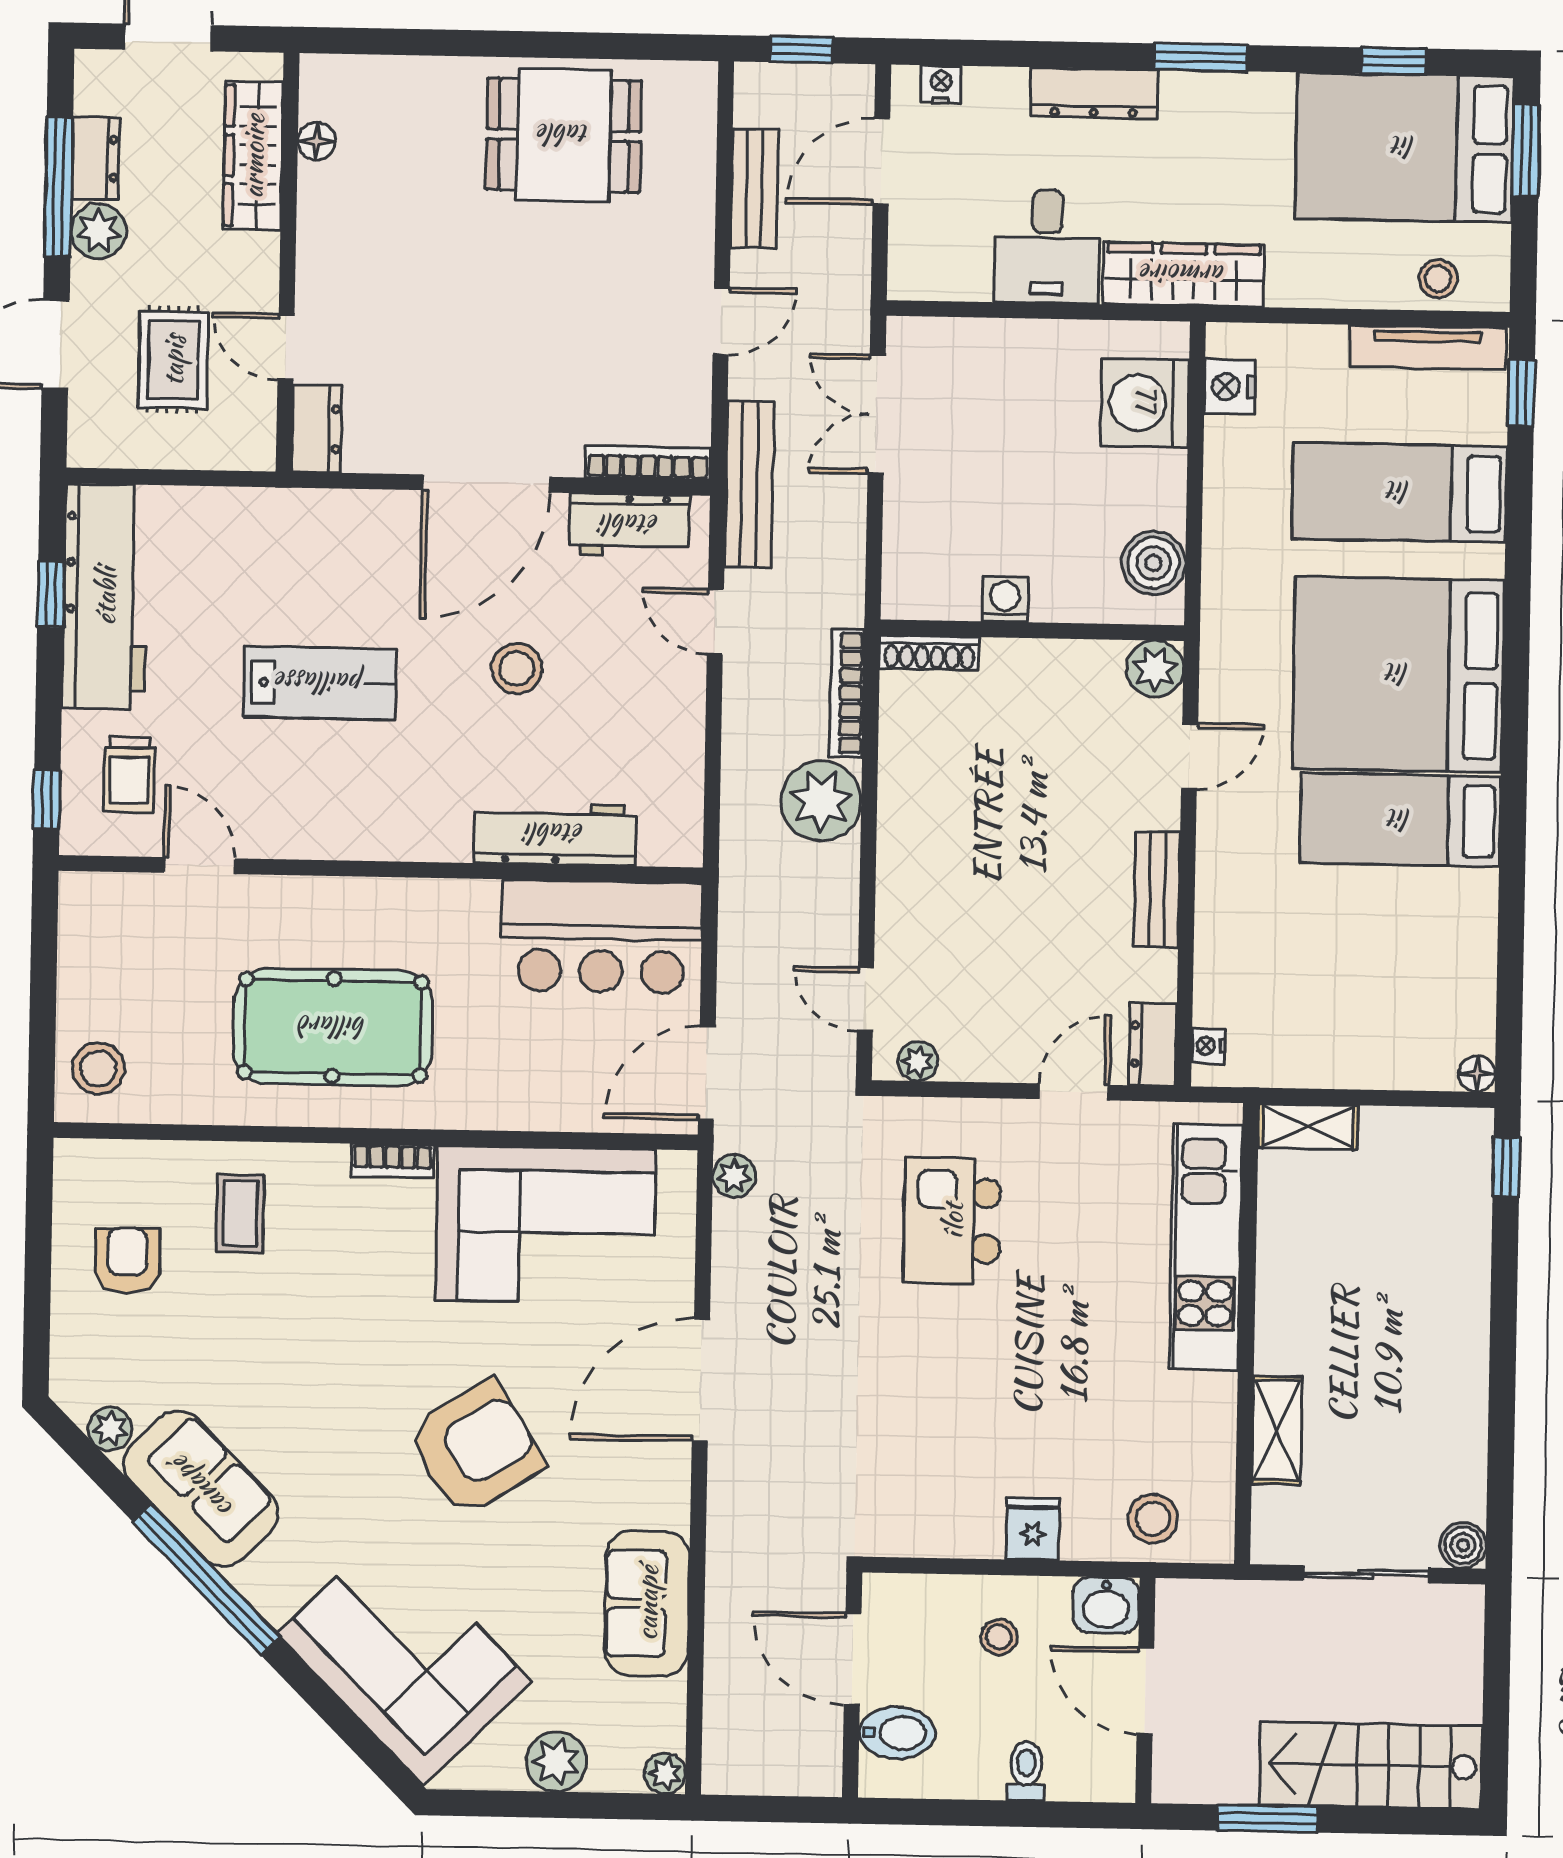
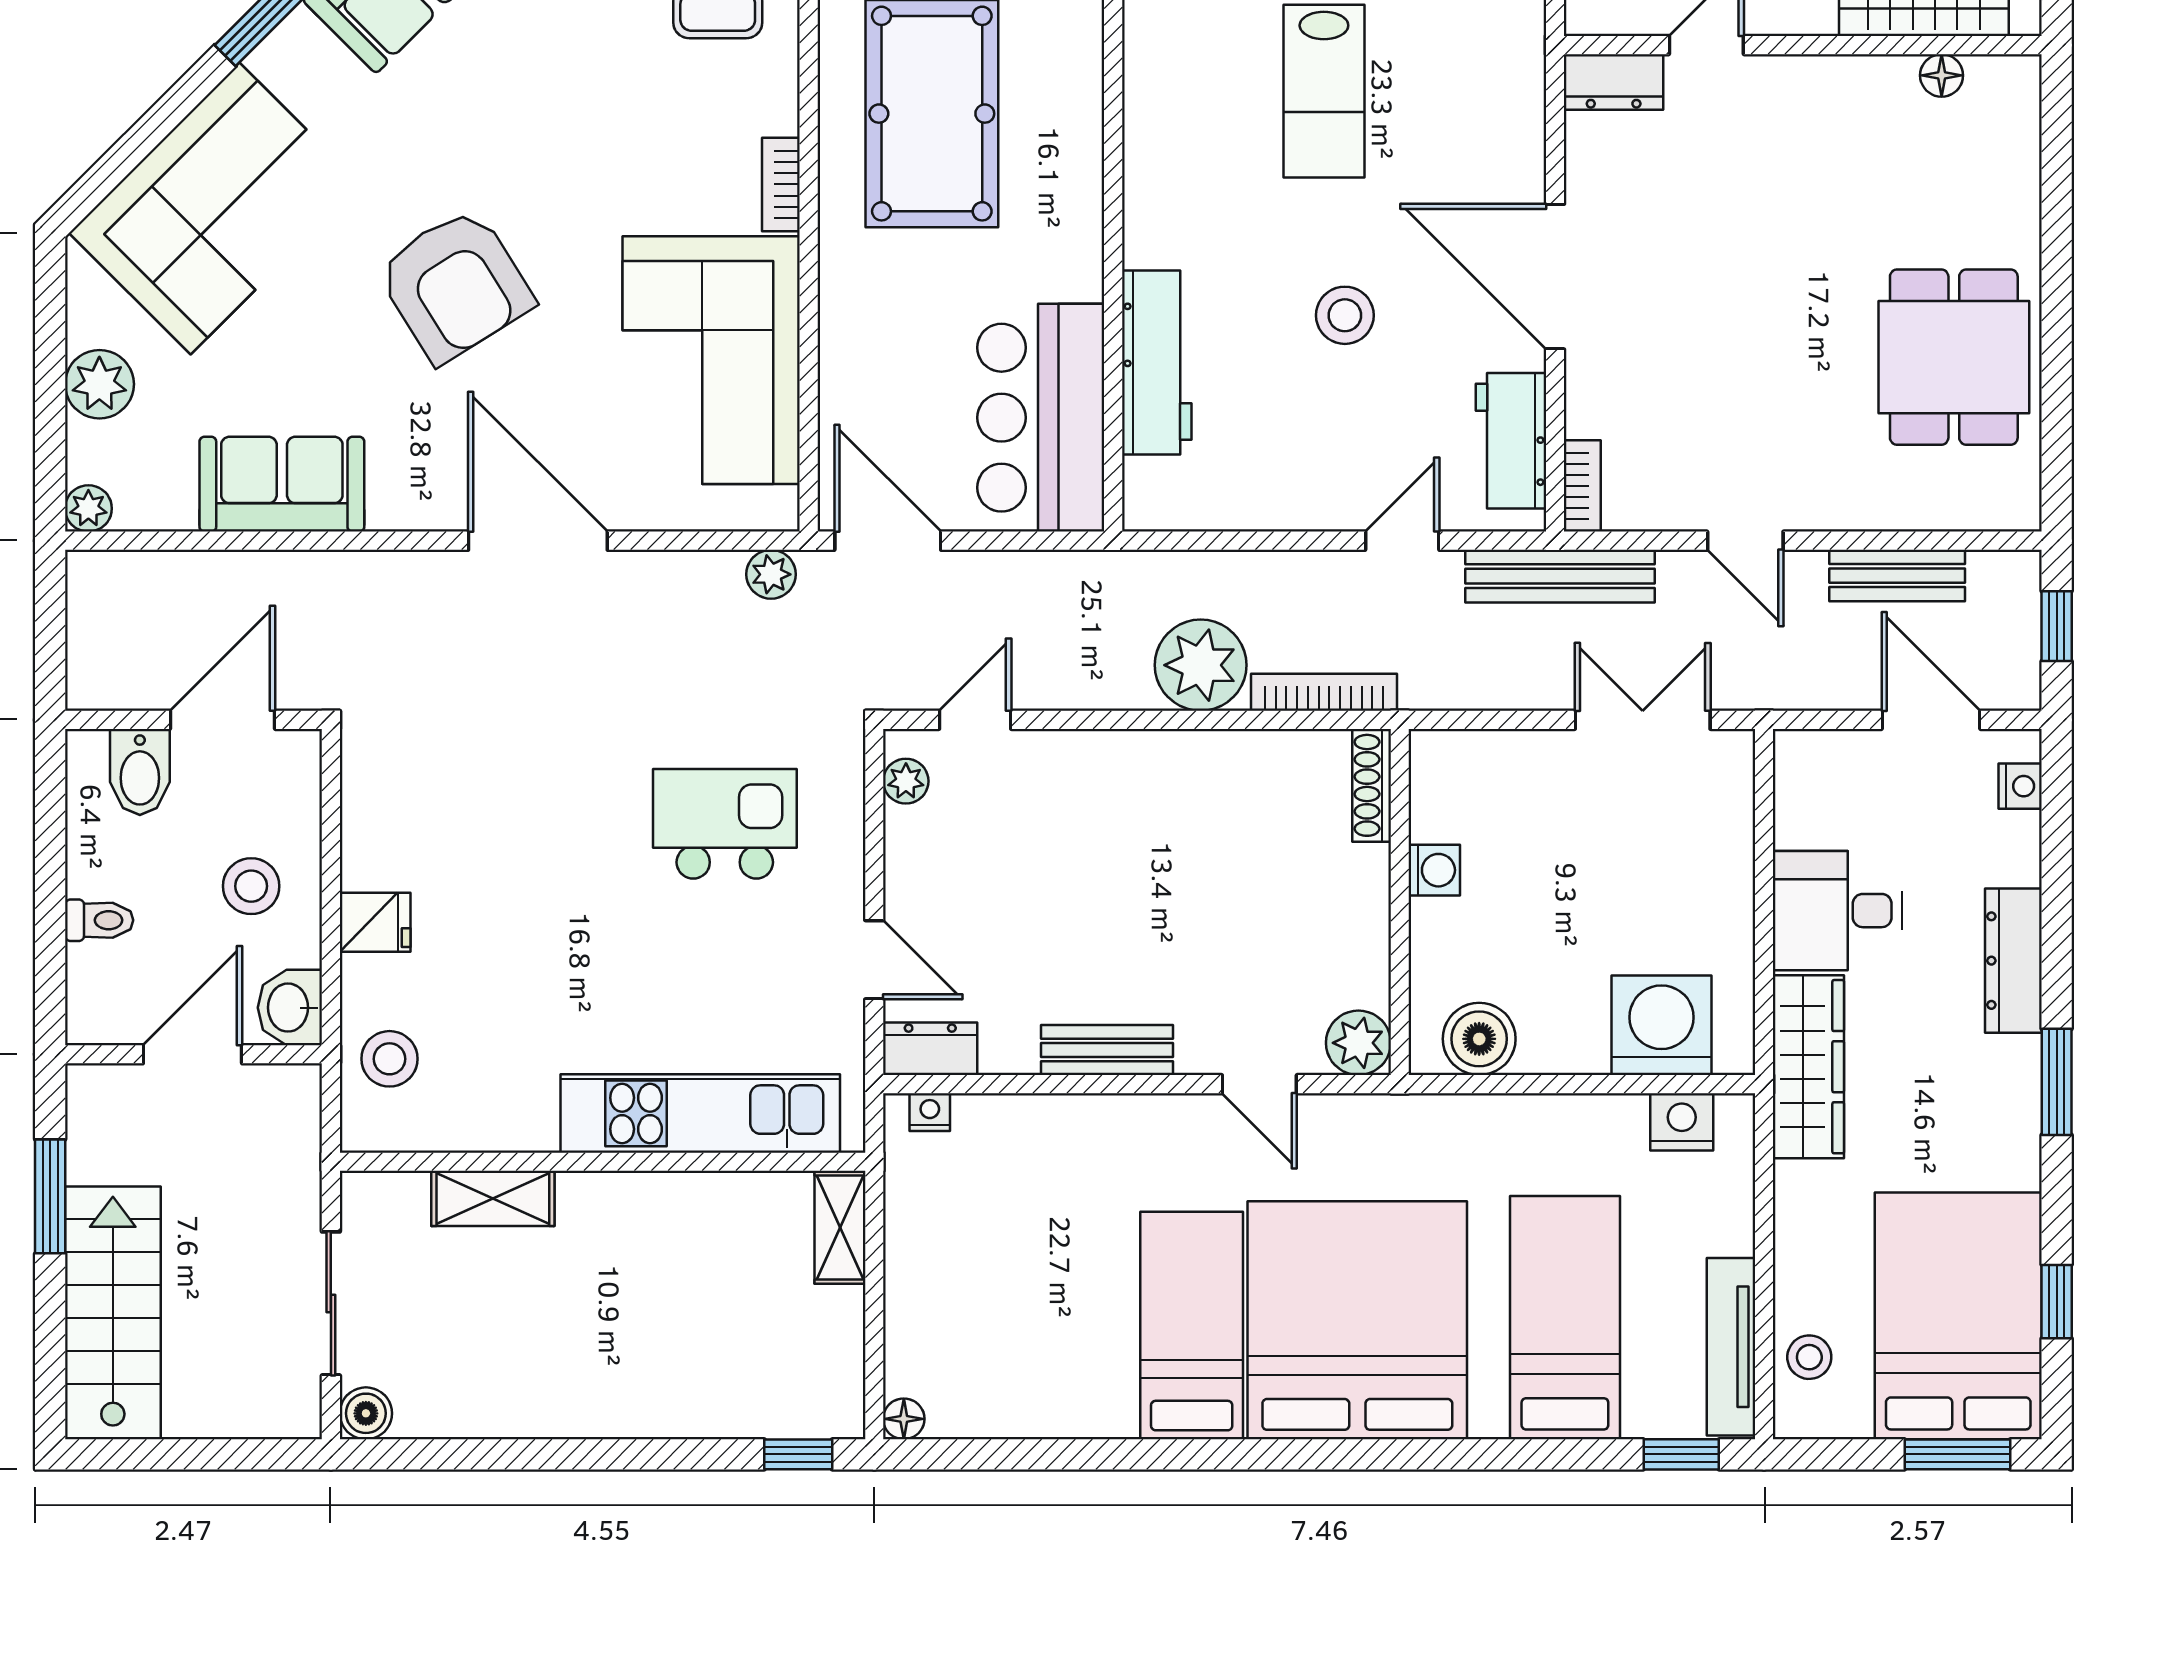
bookcase: (648, 463) -> (1582, 486), width x0.64
stool: (999, 1637) -> (251, 886), width x1.37, depth x1.37

